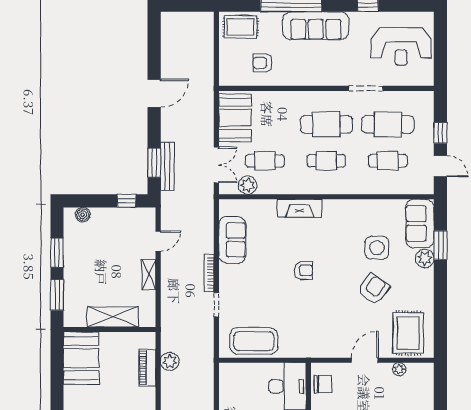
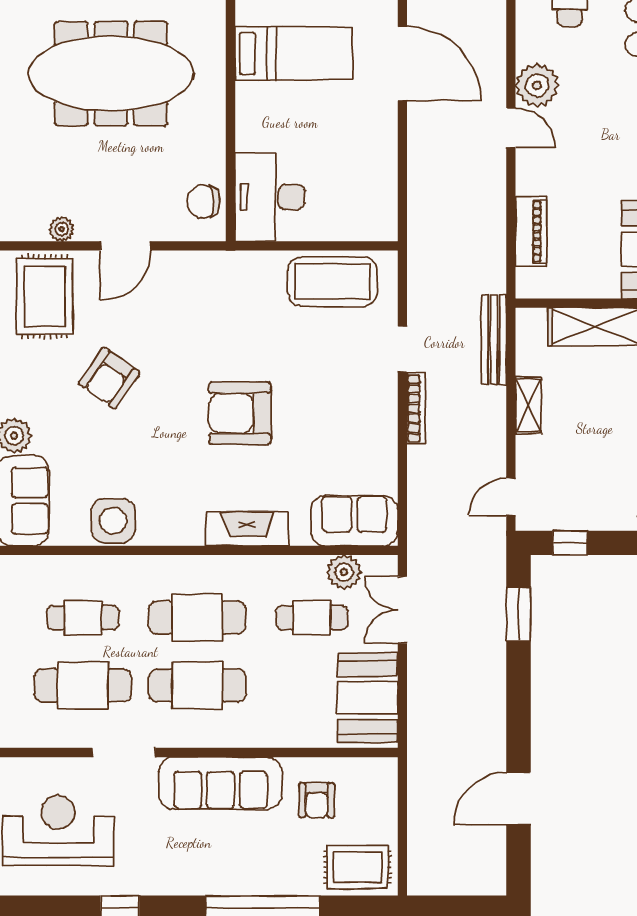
sofa: (316, 26) -> (221, 783), moved, turned 180
armchair: (262, 63) -> (317, 800), turned 90
door: (154, 93) -> (519, 799), moved
cafe table: (326, 161) -> (197, 618), width x1.37, depth x1.35
bench: (167, 166) -> (494, 340), moved
sofa: (232, 240) -> (354, 521), moved, turned 90
door: (158, 241) -> (511, 497), moved
side table: (377, 248) -> (113, 521), moved
armchair: (304, 270) -> (240, 413), width x1.88, depth x1.88
plant: (170, 361) -> (489, 243), removed

